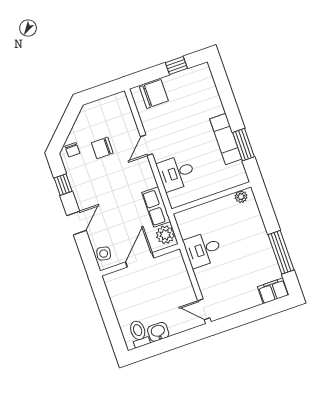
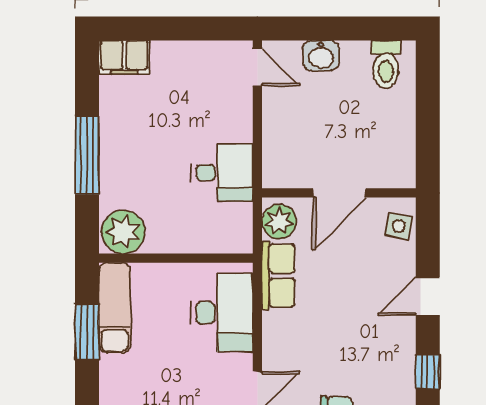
exam couch: (226, 139) -> (115, 308), moved
desk: (176, 173) -> (222, 313), width x1.37
plant: (241, 197) -> (123, 232), width x1.88, depth x1.88
window: (281, 252) -> (87, 155), moved
washbasin: (158, 332) -> (321, 56), moved

